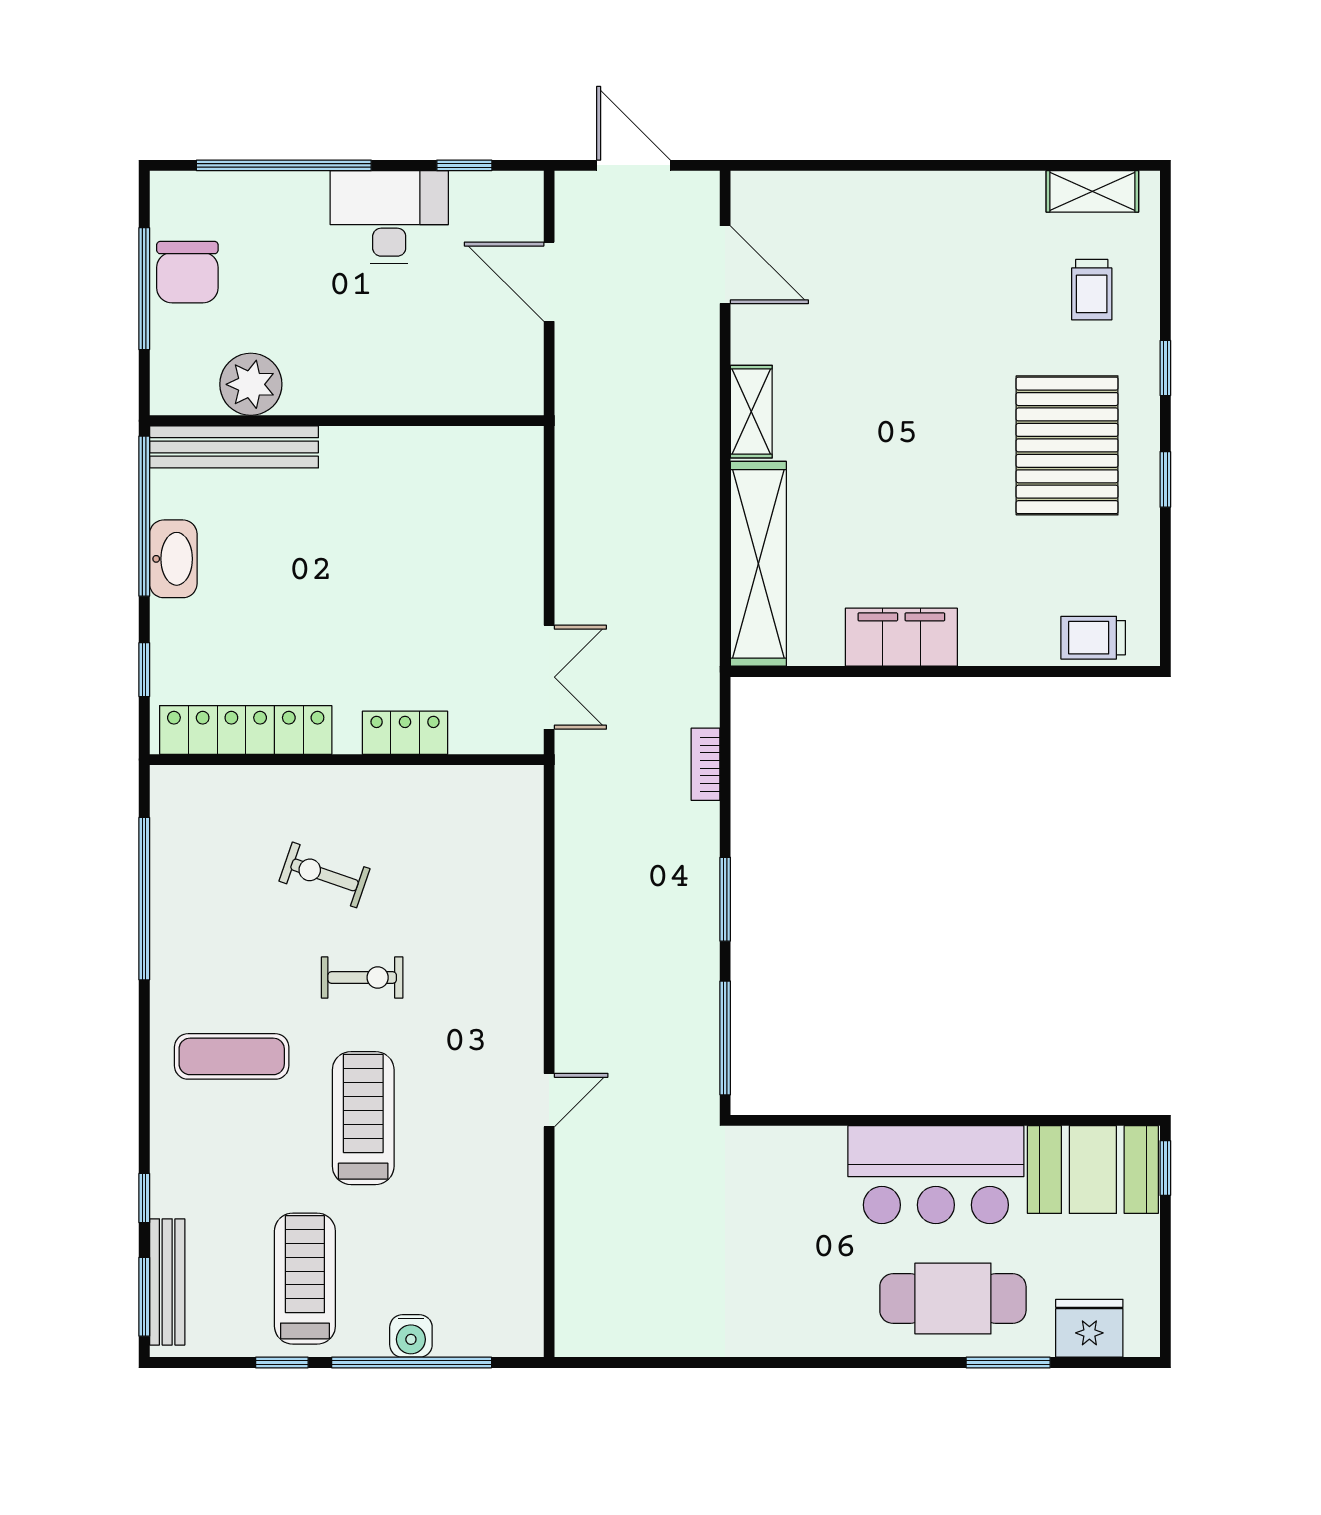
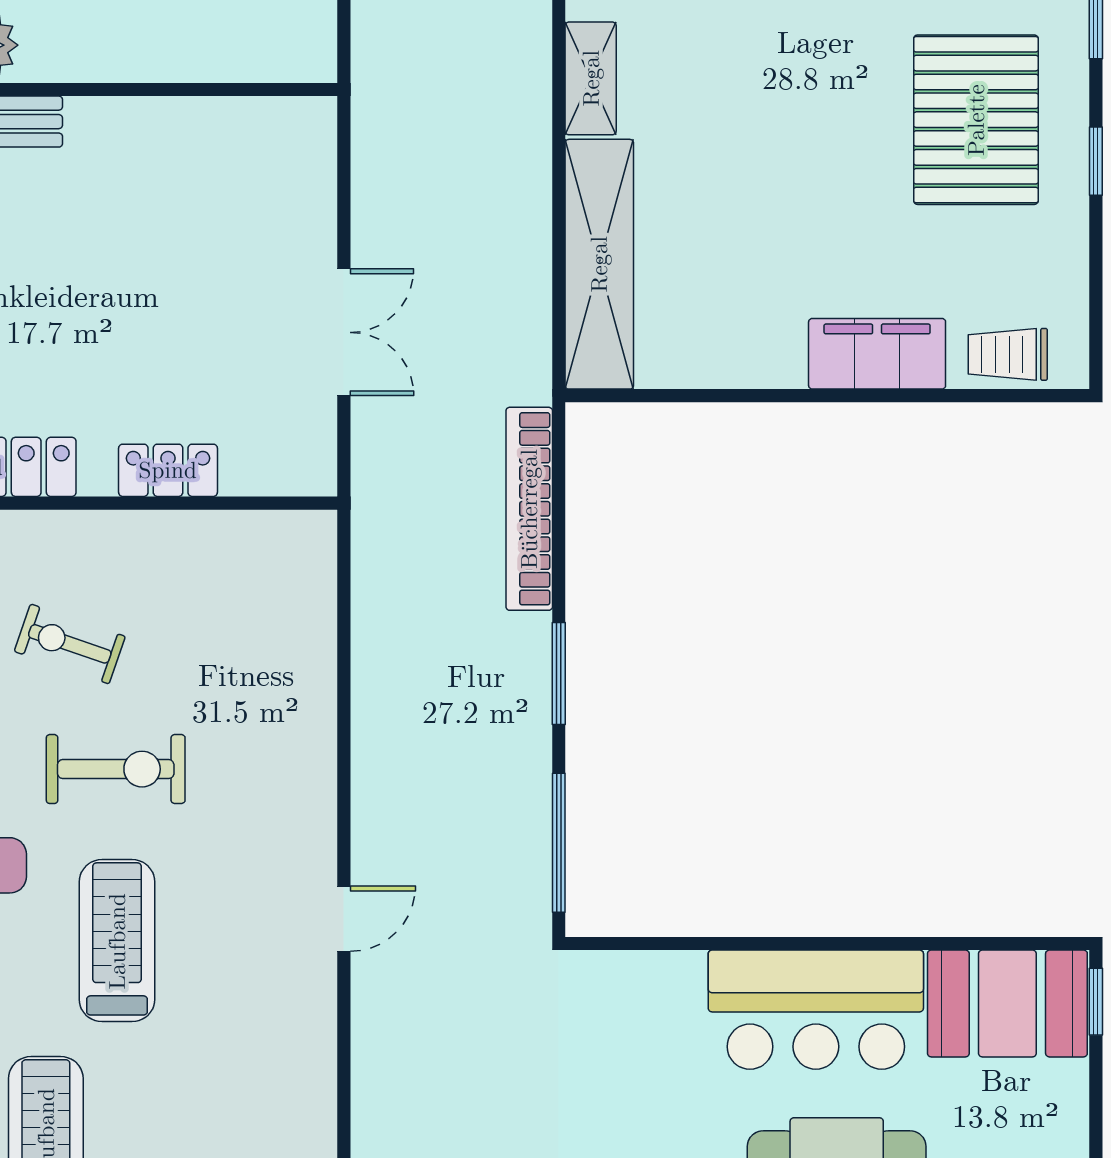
filing cabinet: (901, 637) -> (877, 354), moved
double door: (549, 677) -> (344, 332), moved
bookcase: (706, 764) -> (529, 509), width x2.31, depth x1.31
exercise bike: (362, 978) -> (116, 769), width x1.38, depth x1.39

